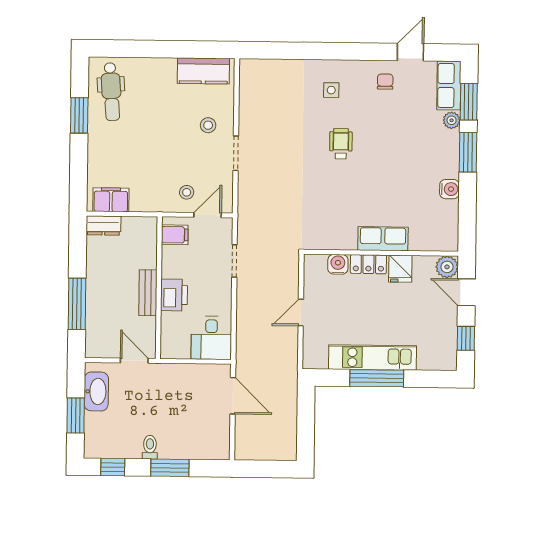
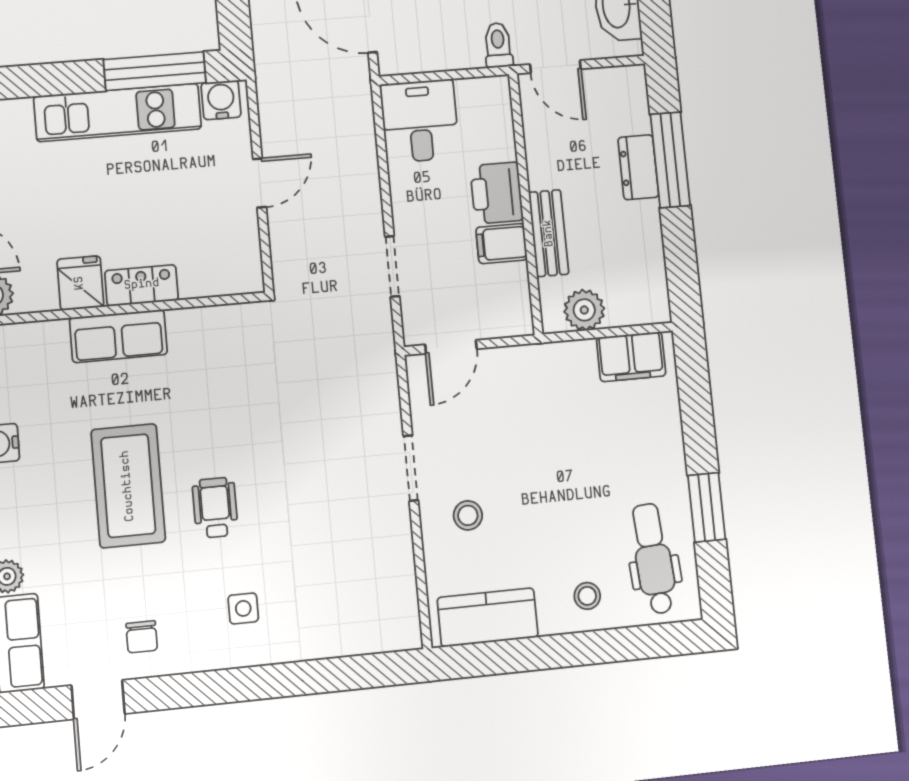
wheelchair: (341, 144) -> (215, 508), turned 180
coffee table: (385, 160) -> (128, 486), added
stool: (187, 192) -> (587, 596), moved
dresser: (103, 226) -> (638, 167), moved, turned -90
plant: (133, 227) -> (584, 310), added
filing cabinet: (175, 235) -> (502, 244), moved
water cooler: (338, 264) -> (221, 100), moved, turned 180
bench: (148, 293) -> (549, 233), moved
toilet: (164, 375) -> (498, 45), added
window: (377, 378) -> (155, 71), moved

